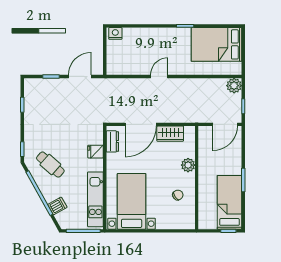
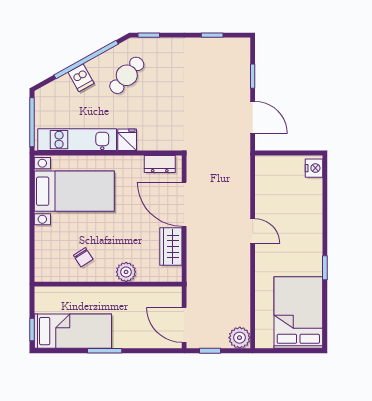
fridge: (95, 152) -> (127, 140), moved
dishwasher: (57, 206) -> (81, 78), moved

